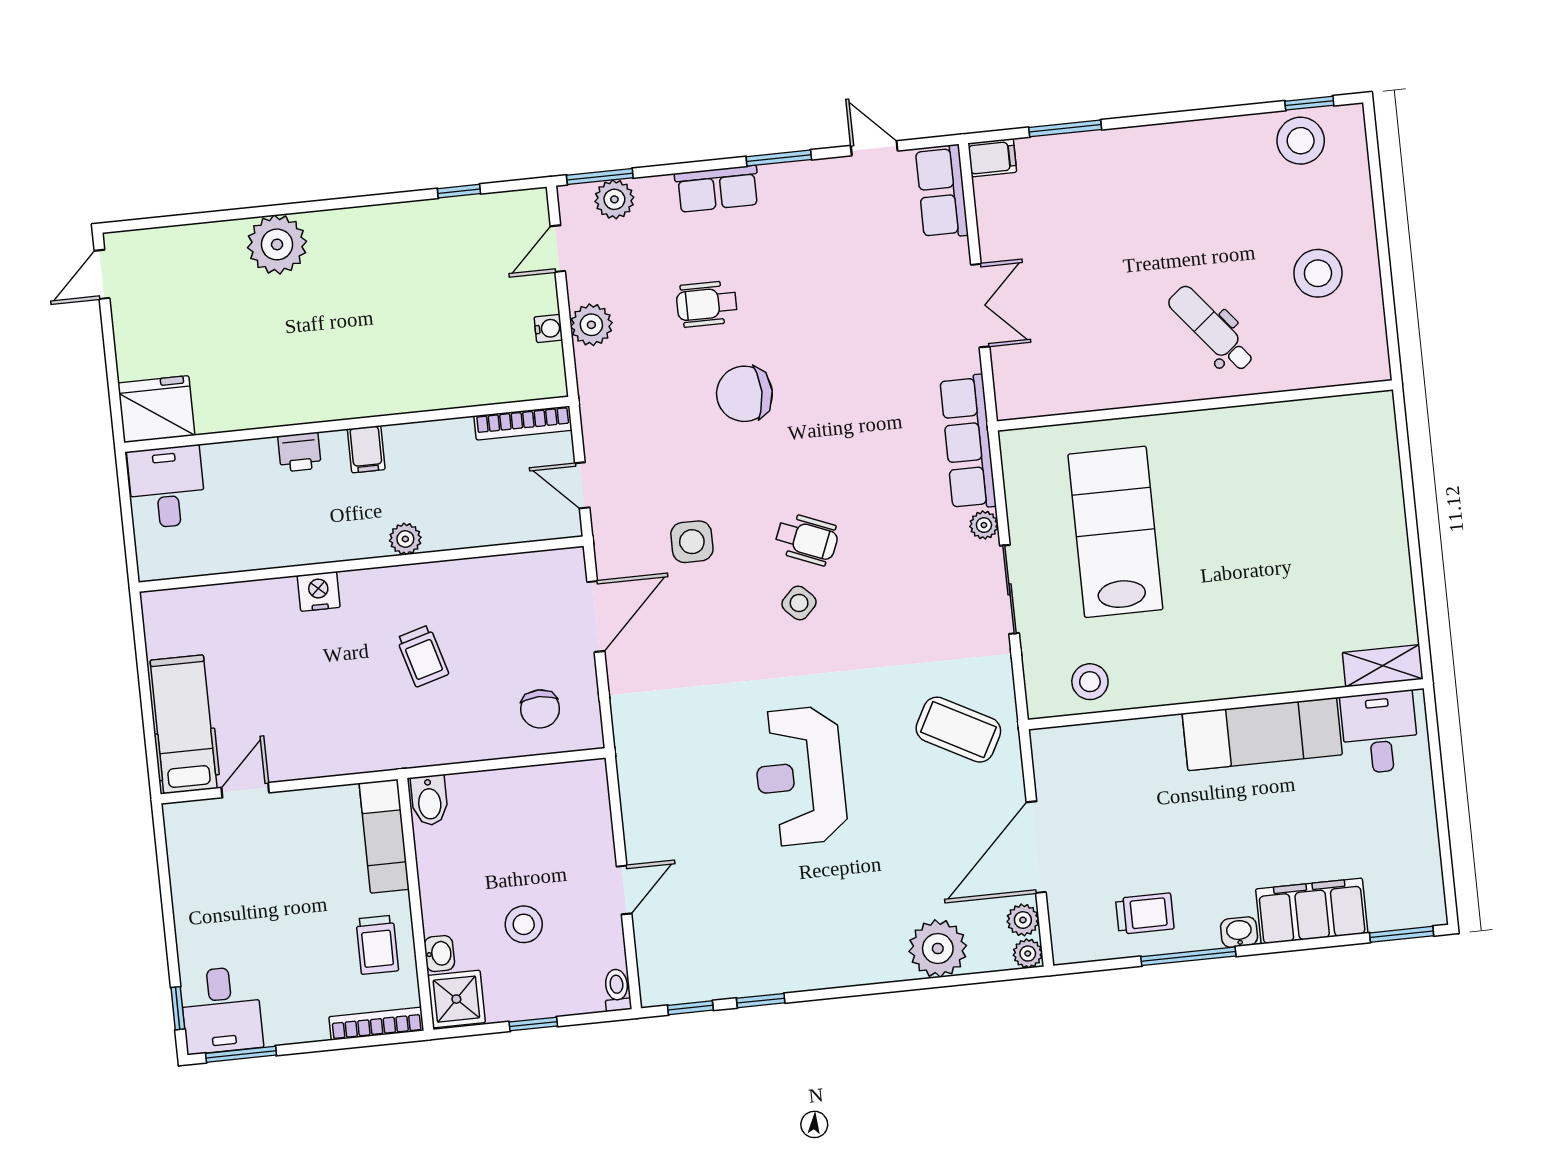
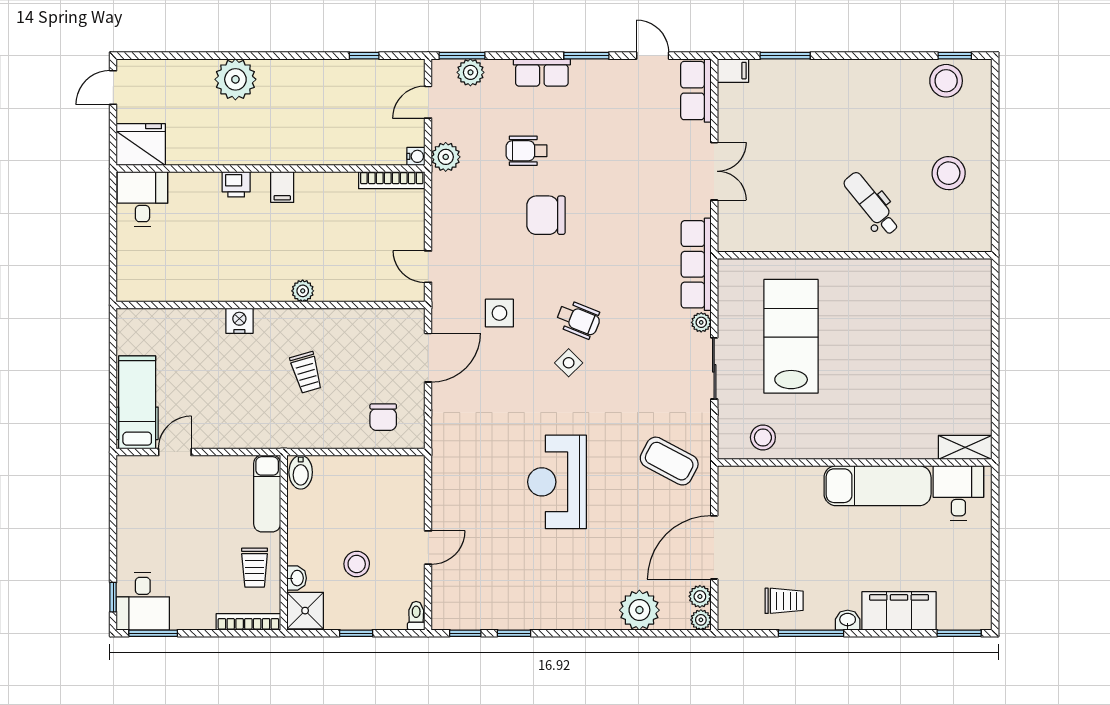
fridge: (156, 409) -> (141, 145), moved
bookcase: (523, 423) -> (392, 180), moved
wall: (347, 424) -> (271, 169), moved
filing cabinet: (366, 449) -> (282, 187), moved
printer: (299, 452) -> (236, 184), moved
desk: (167, 487) -> (142, 199), moved

